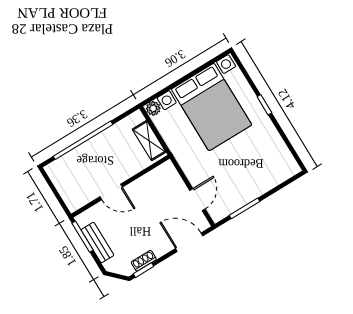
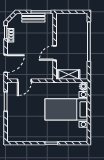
bed with nightstands: (212, 107) -> (66, 109), width x0.73
door: (111, 192) -> (55, 53), moved
door: (197, 200) -> (24, 81), hinge flipped

